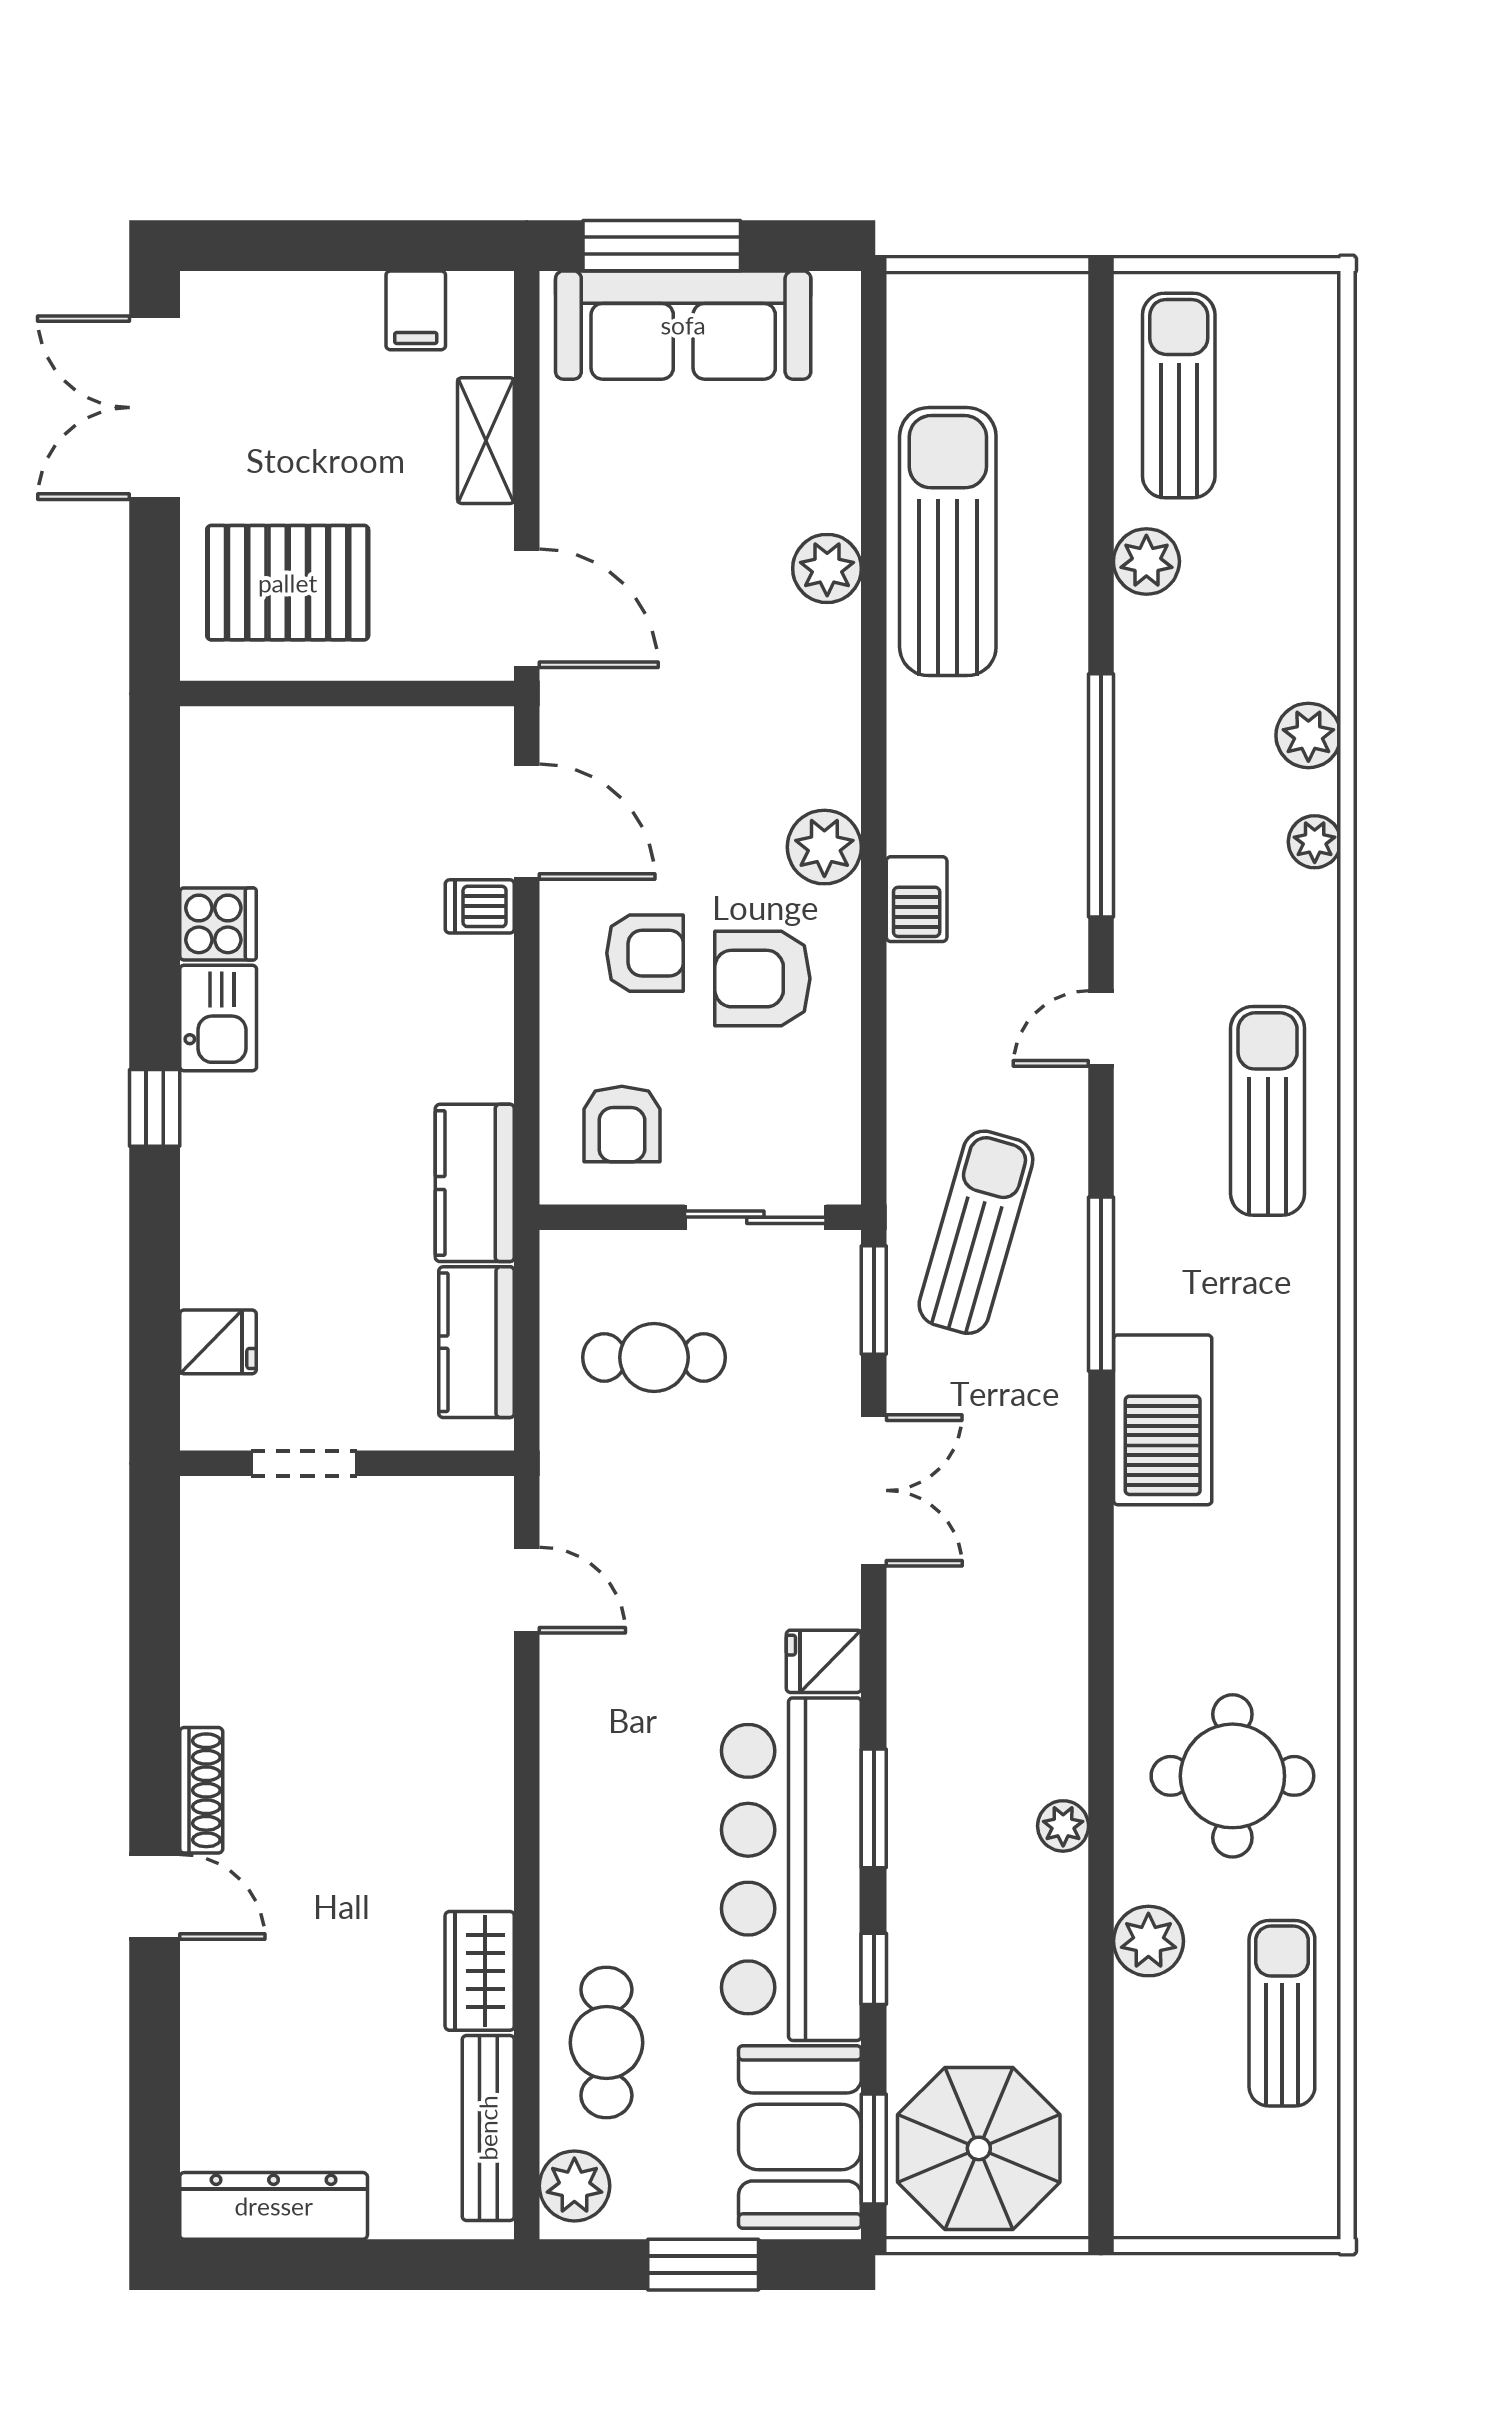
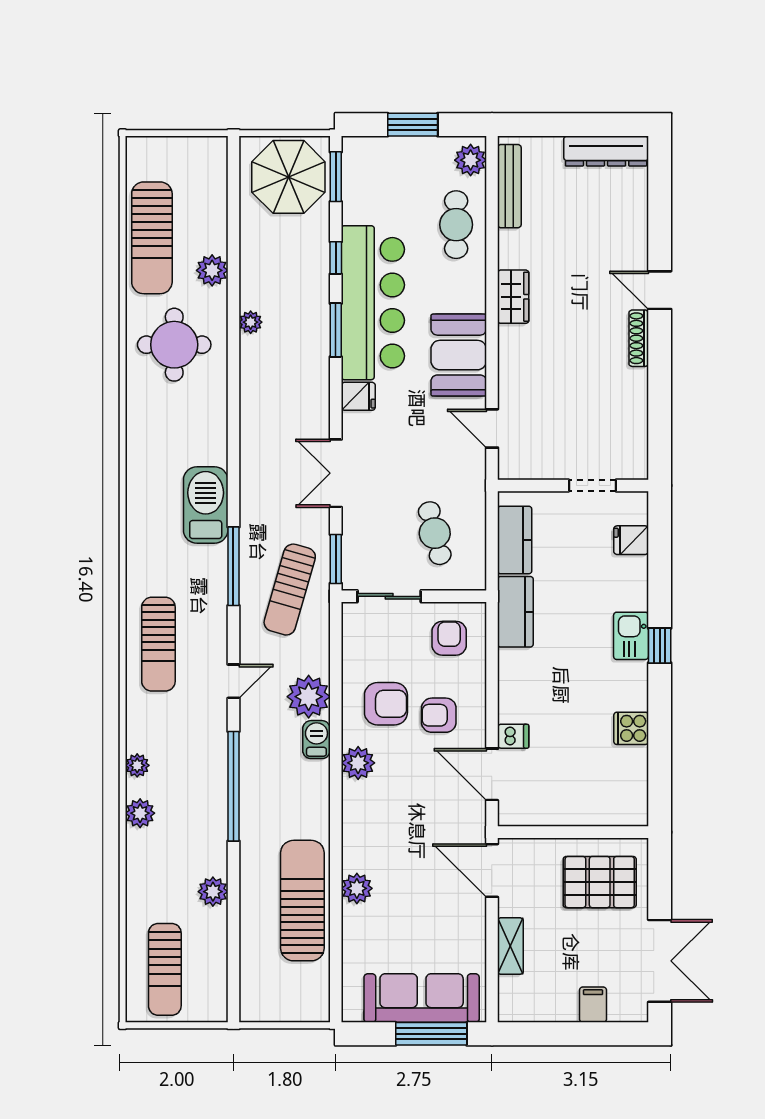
filing cabinet: (416, 310) -> (593, 1005), moved
sun lounger: (1179, 395) -> (165, 969), moved
sun lounger: (948, 542) -> (302, 901), turned 180
plant: (934, 994) -> (309, 697), added
kitchen sink: (218, 1018) -> (631, 636), moved
cafe table: (654, 1357) -> (435, 533), turned 76
wardrobe: (480, 1971) -> (513, 297), moved
sun lounger: (1282, 2013) -> (152, 238), width x1.36, depth x1.34
booth: (800, 2137) -> (459, 355), moved

